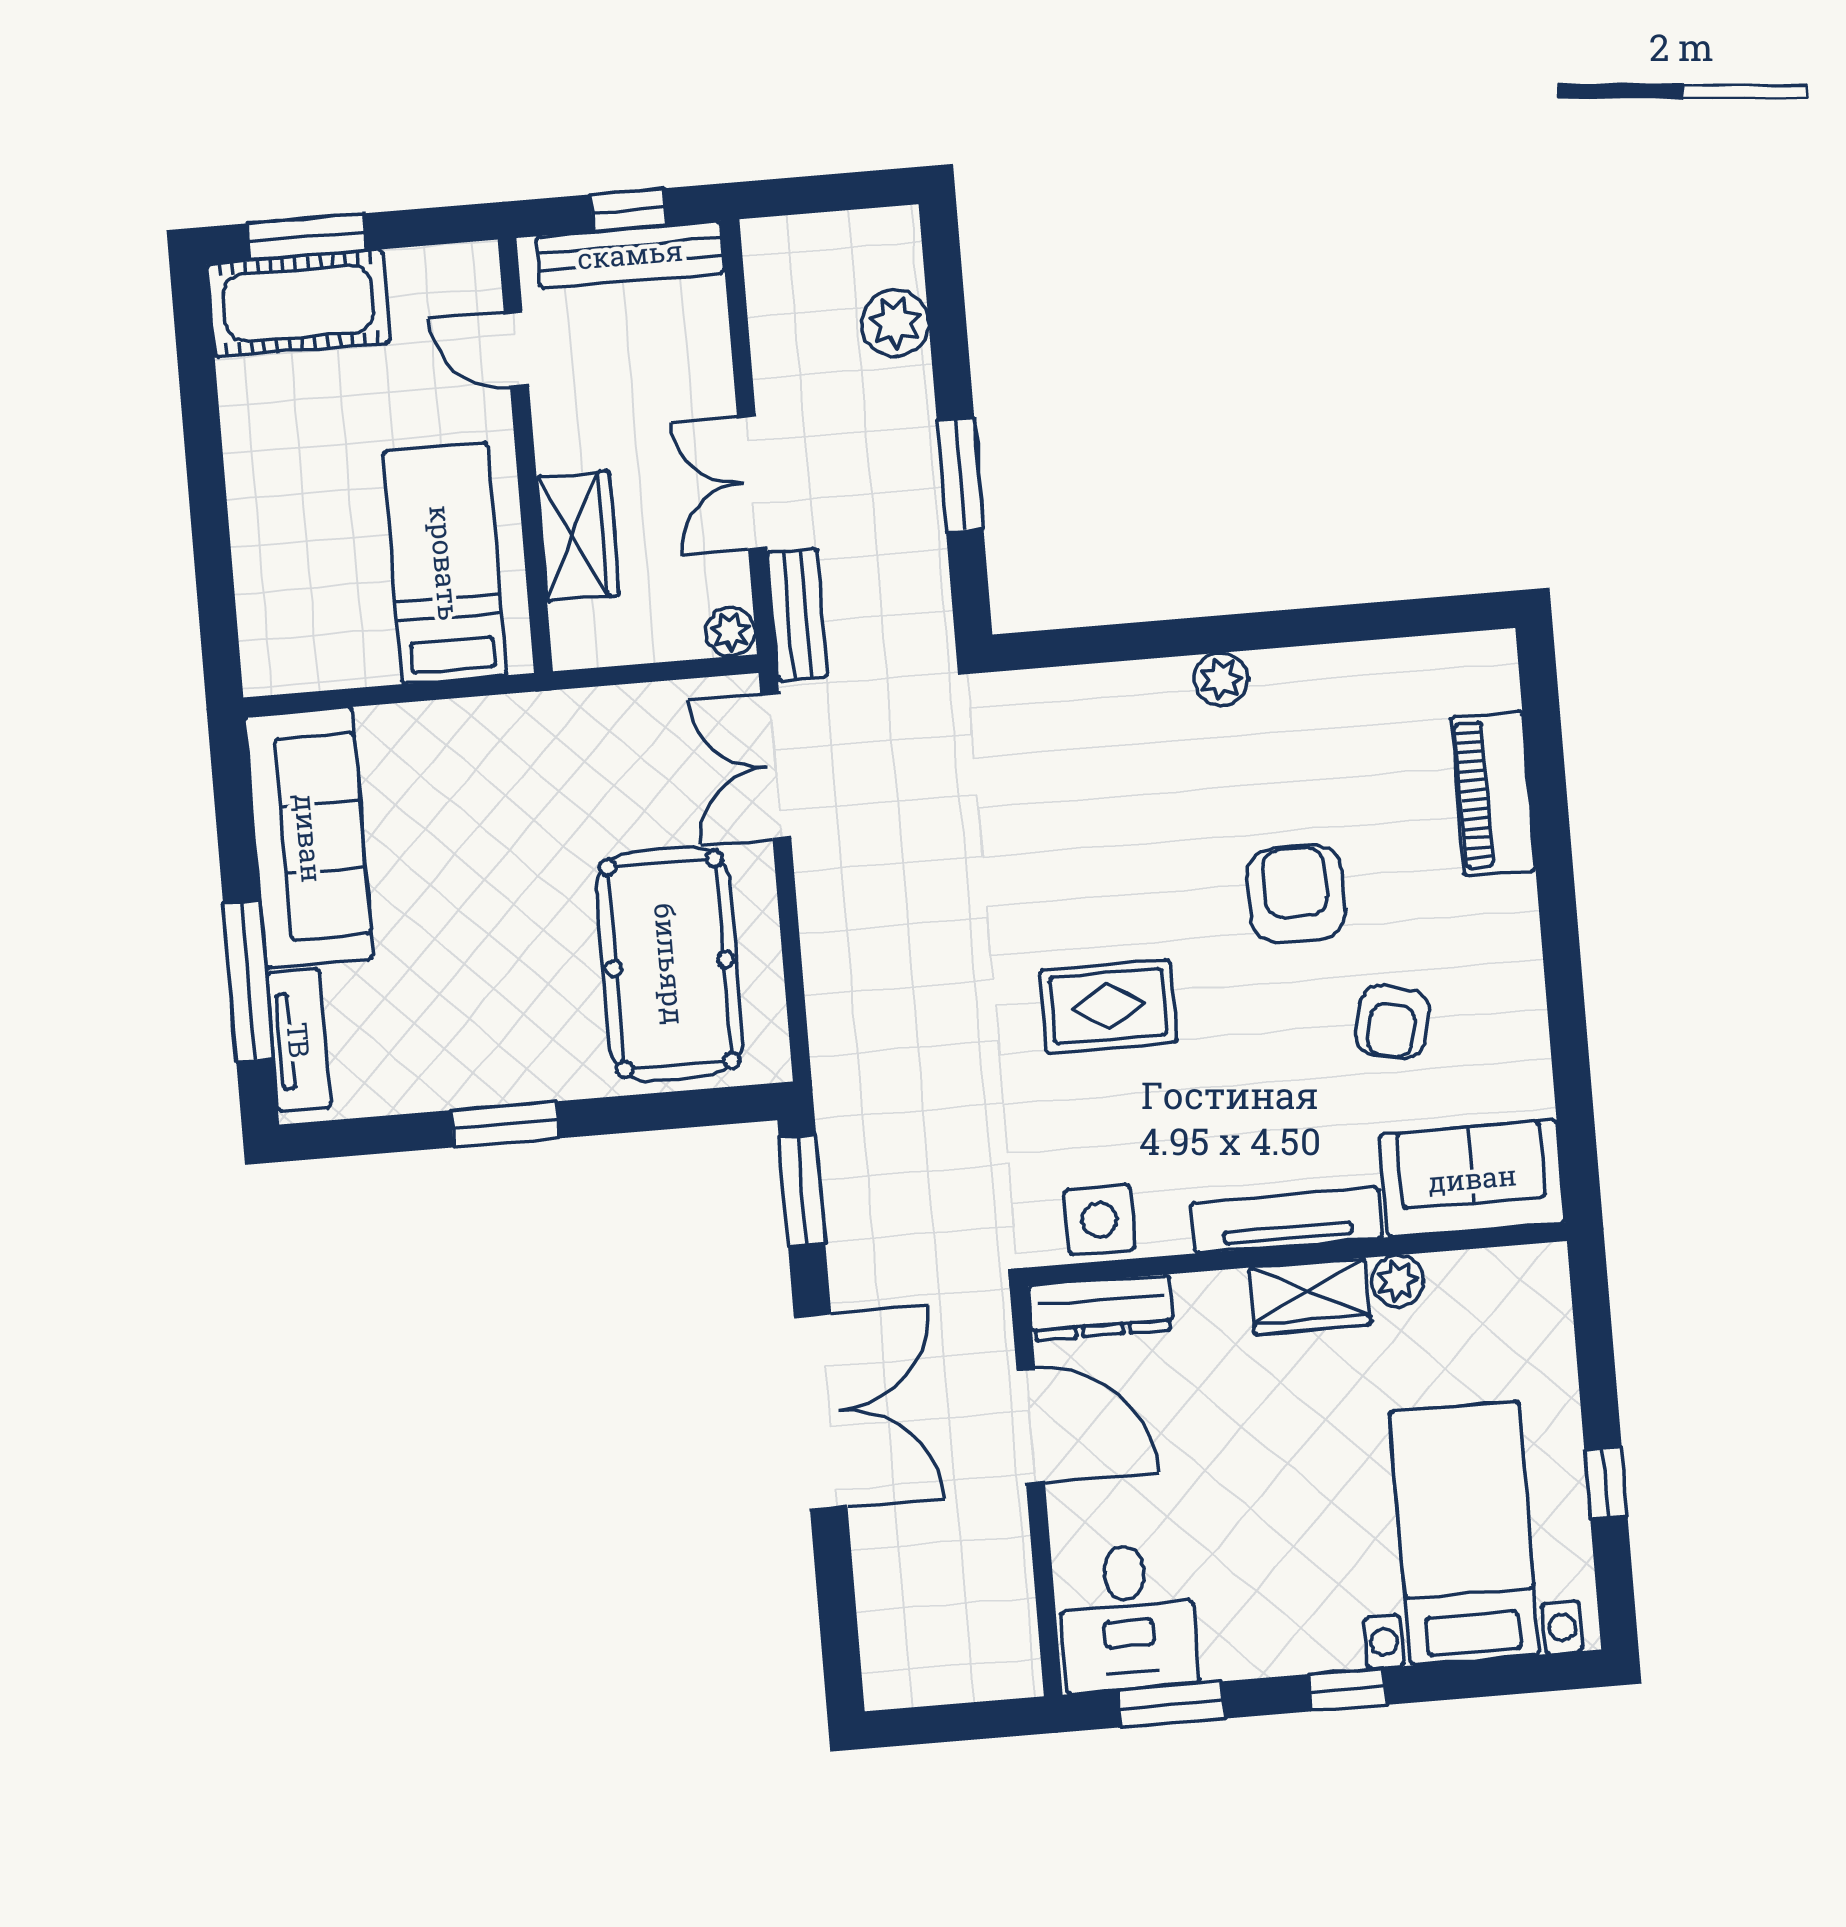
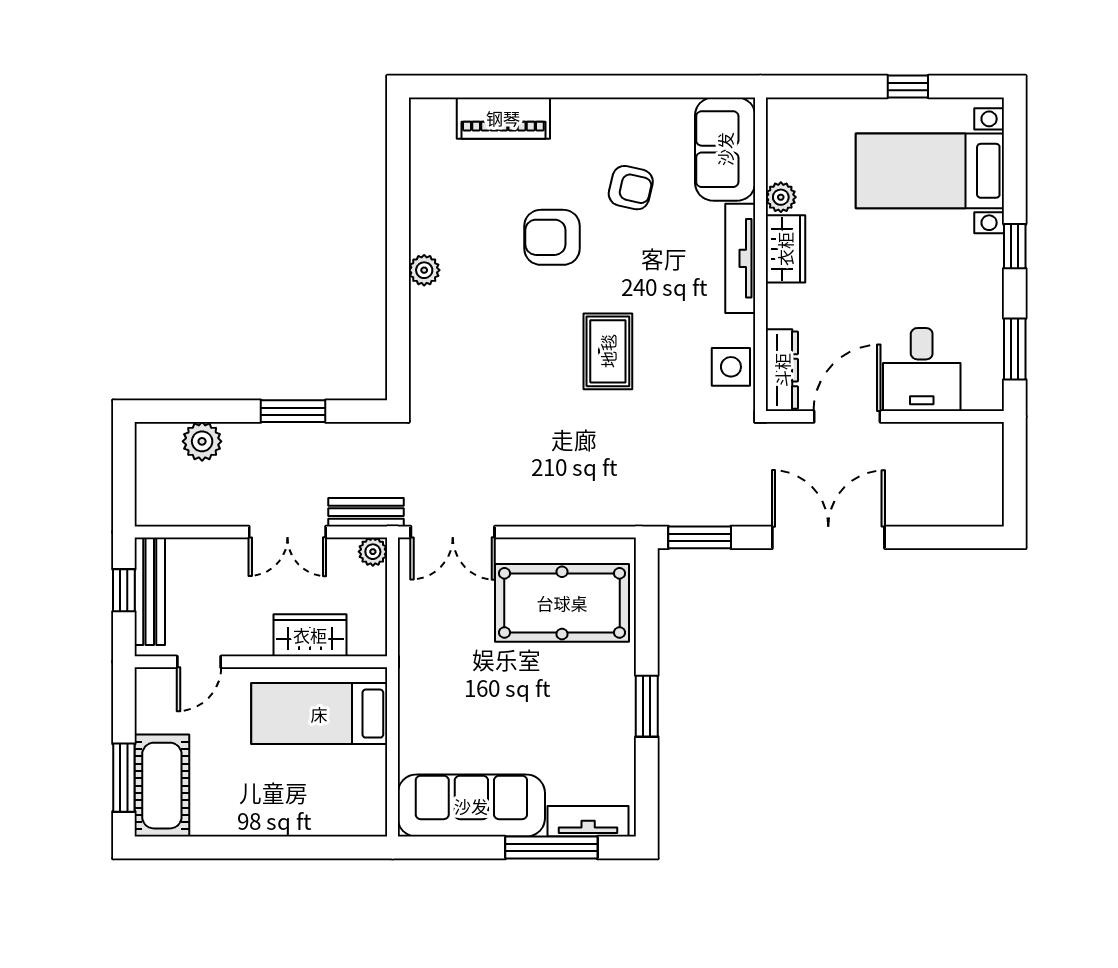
desk: (1128, 1617) -> (922, 370), moved, turned 90

